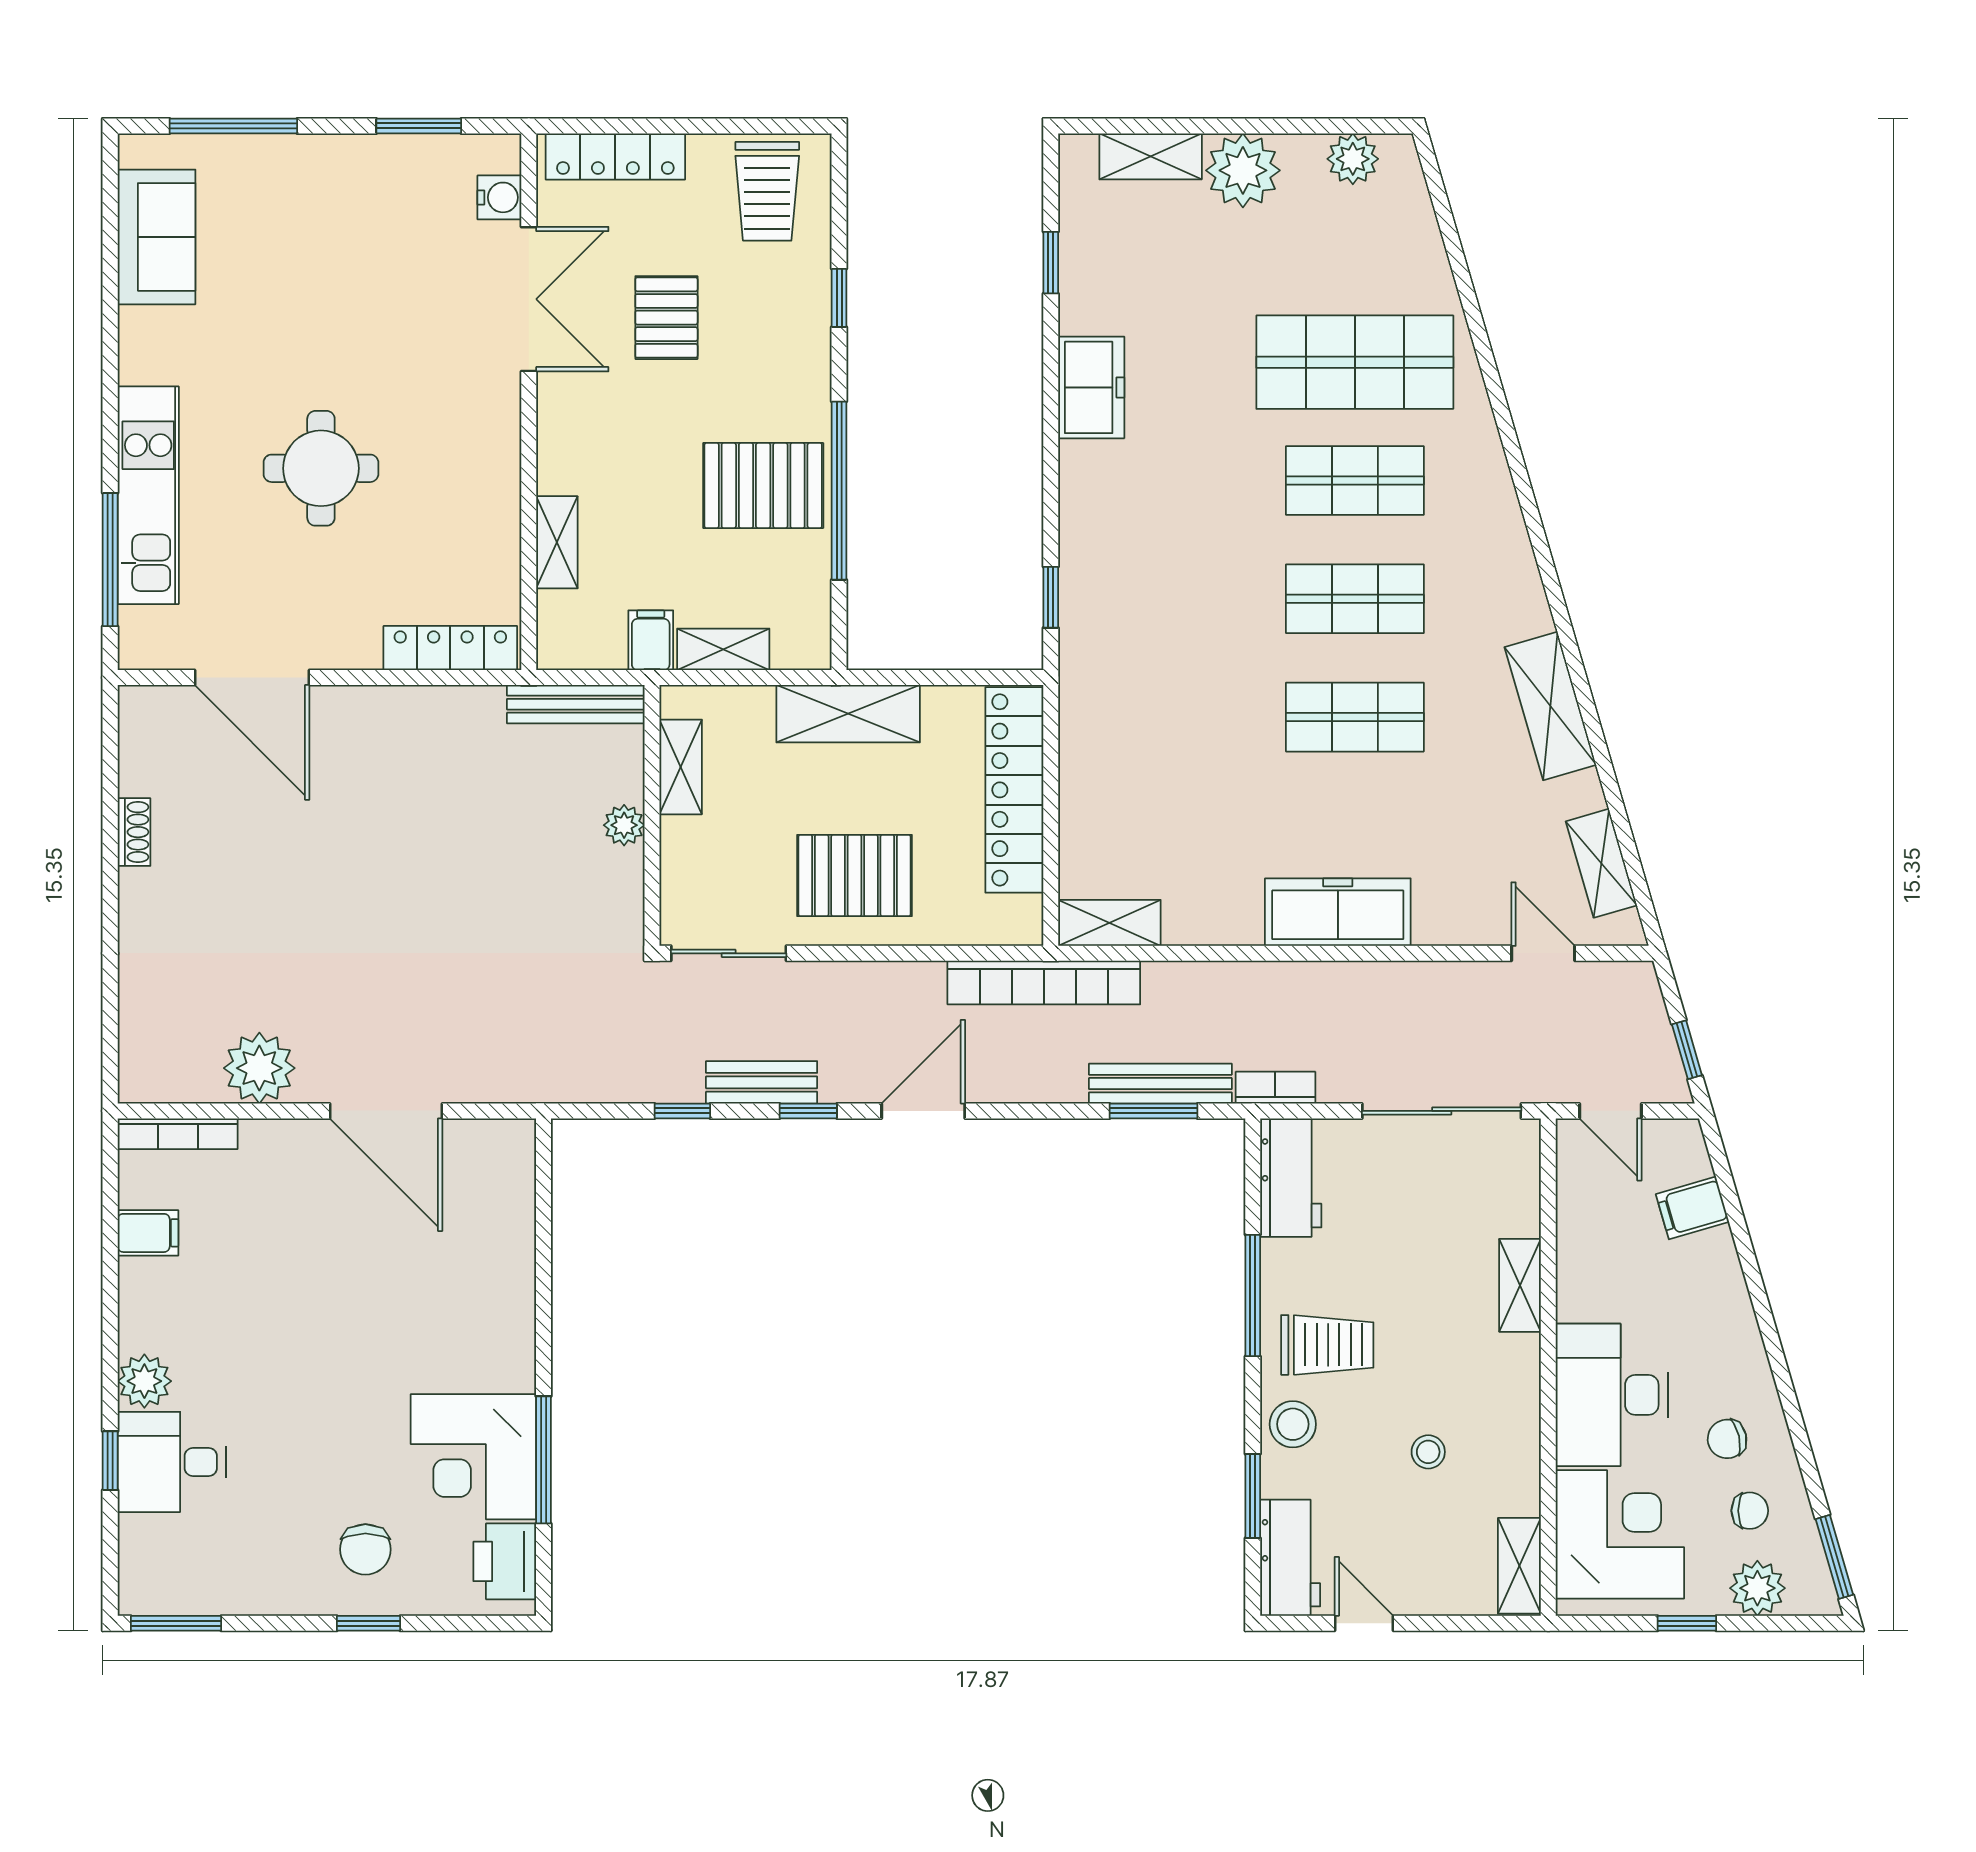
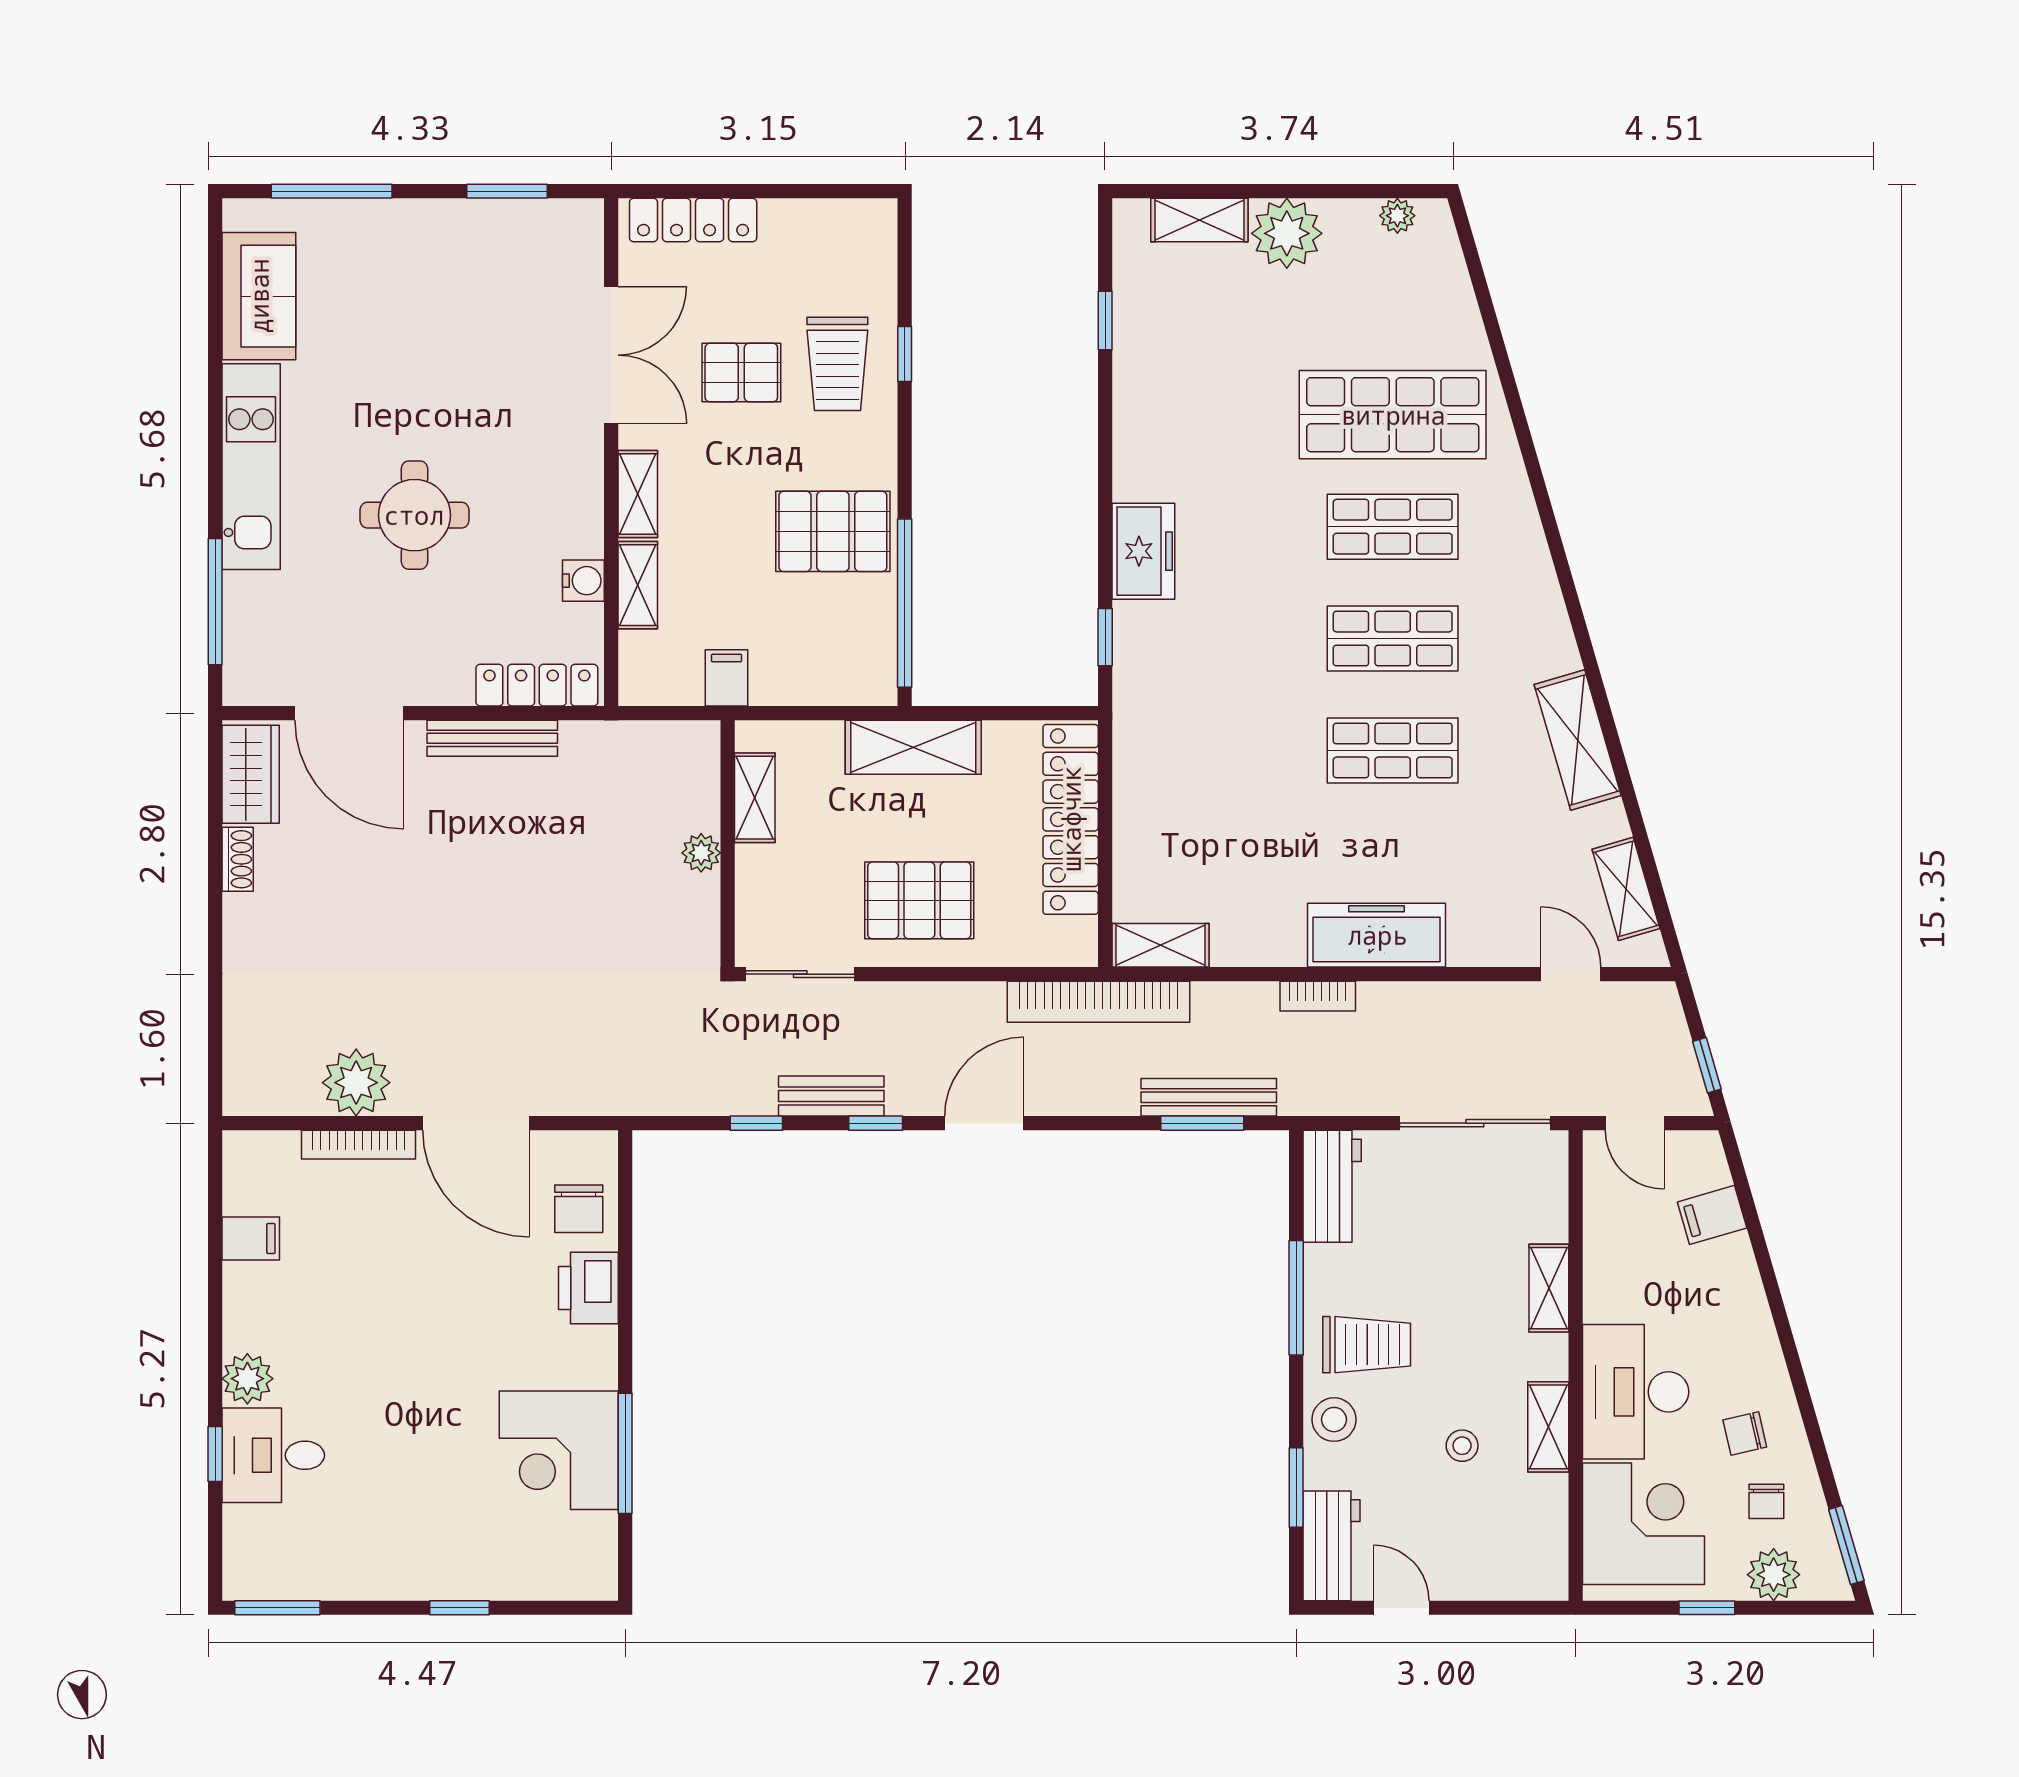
plant: (1353, 159) -> (1397, 216), width x0.73, depth x0.73
trolley: (767, 191) -> (837, 364), moved
water cooler: (499, 197) -> (583, 581), moved
pallet: (666, 318) -> (741, 373), turned 90
freezer: (1091, 387) -> (1143, 551), moved
window: (839, 491) -> (905, 603), moved
kitchen unit: (148, 495) -> (251, 467), moved
shelving: (723, 649) -> (638, 494), moved, turned 90
bench: (576, 704) -> (492, 738), moved
wardrobe: (148, 742) -> (251, 774), added
bookcase: (1275, 1088) -> (1318, 996), moved, turned 180
bookcase: (178, 1134) -> (359, 1145), moved
chair: (1750, 1511) -> (1766, 1501), turned 90
chair: (365, 1549) -> (579, 1209), moved
printer: (505, 1561) -> (588, 1288), moved
shelving: (1519, 1566) -> (1548, 1427), moved

